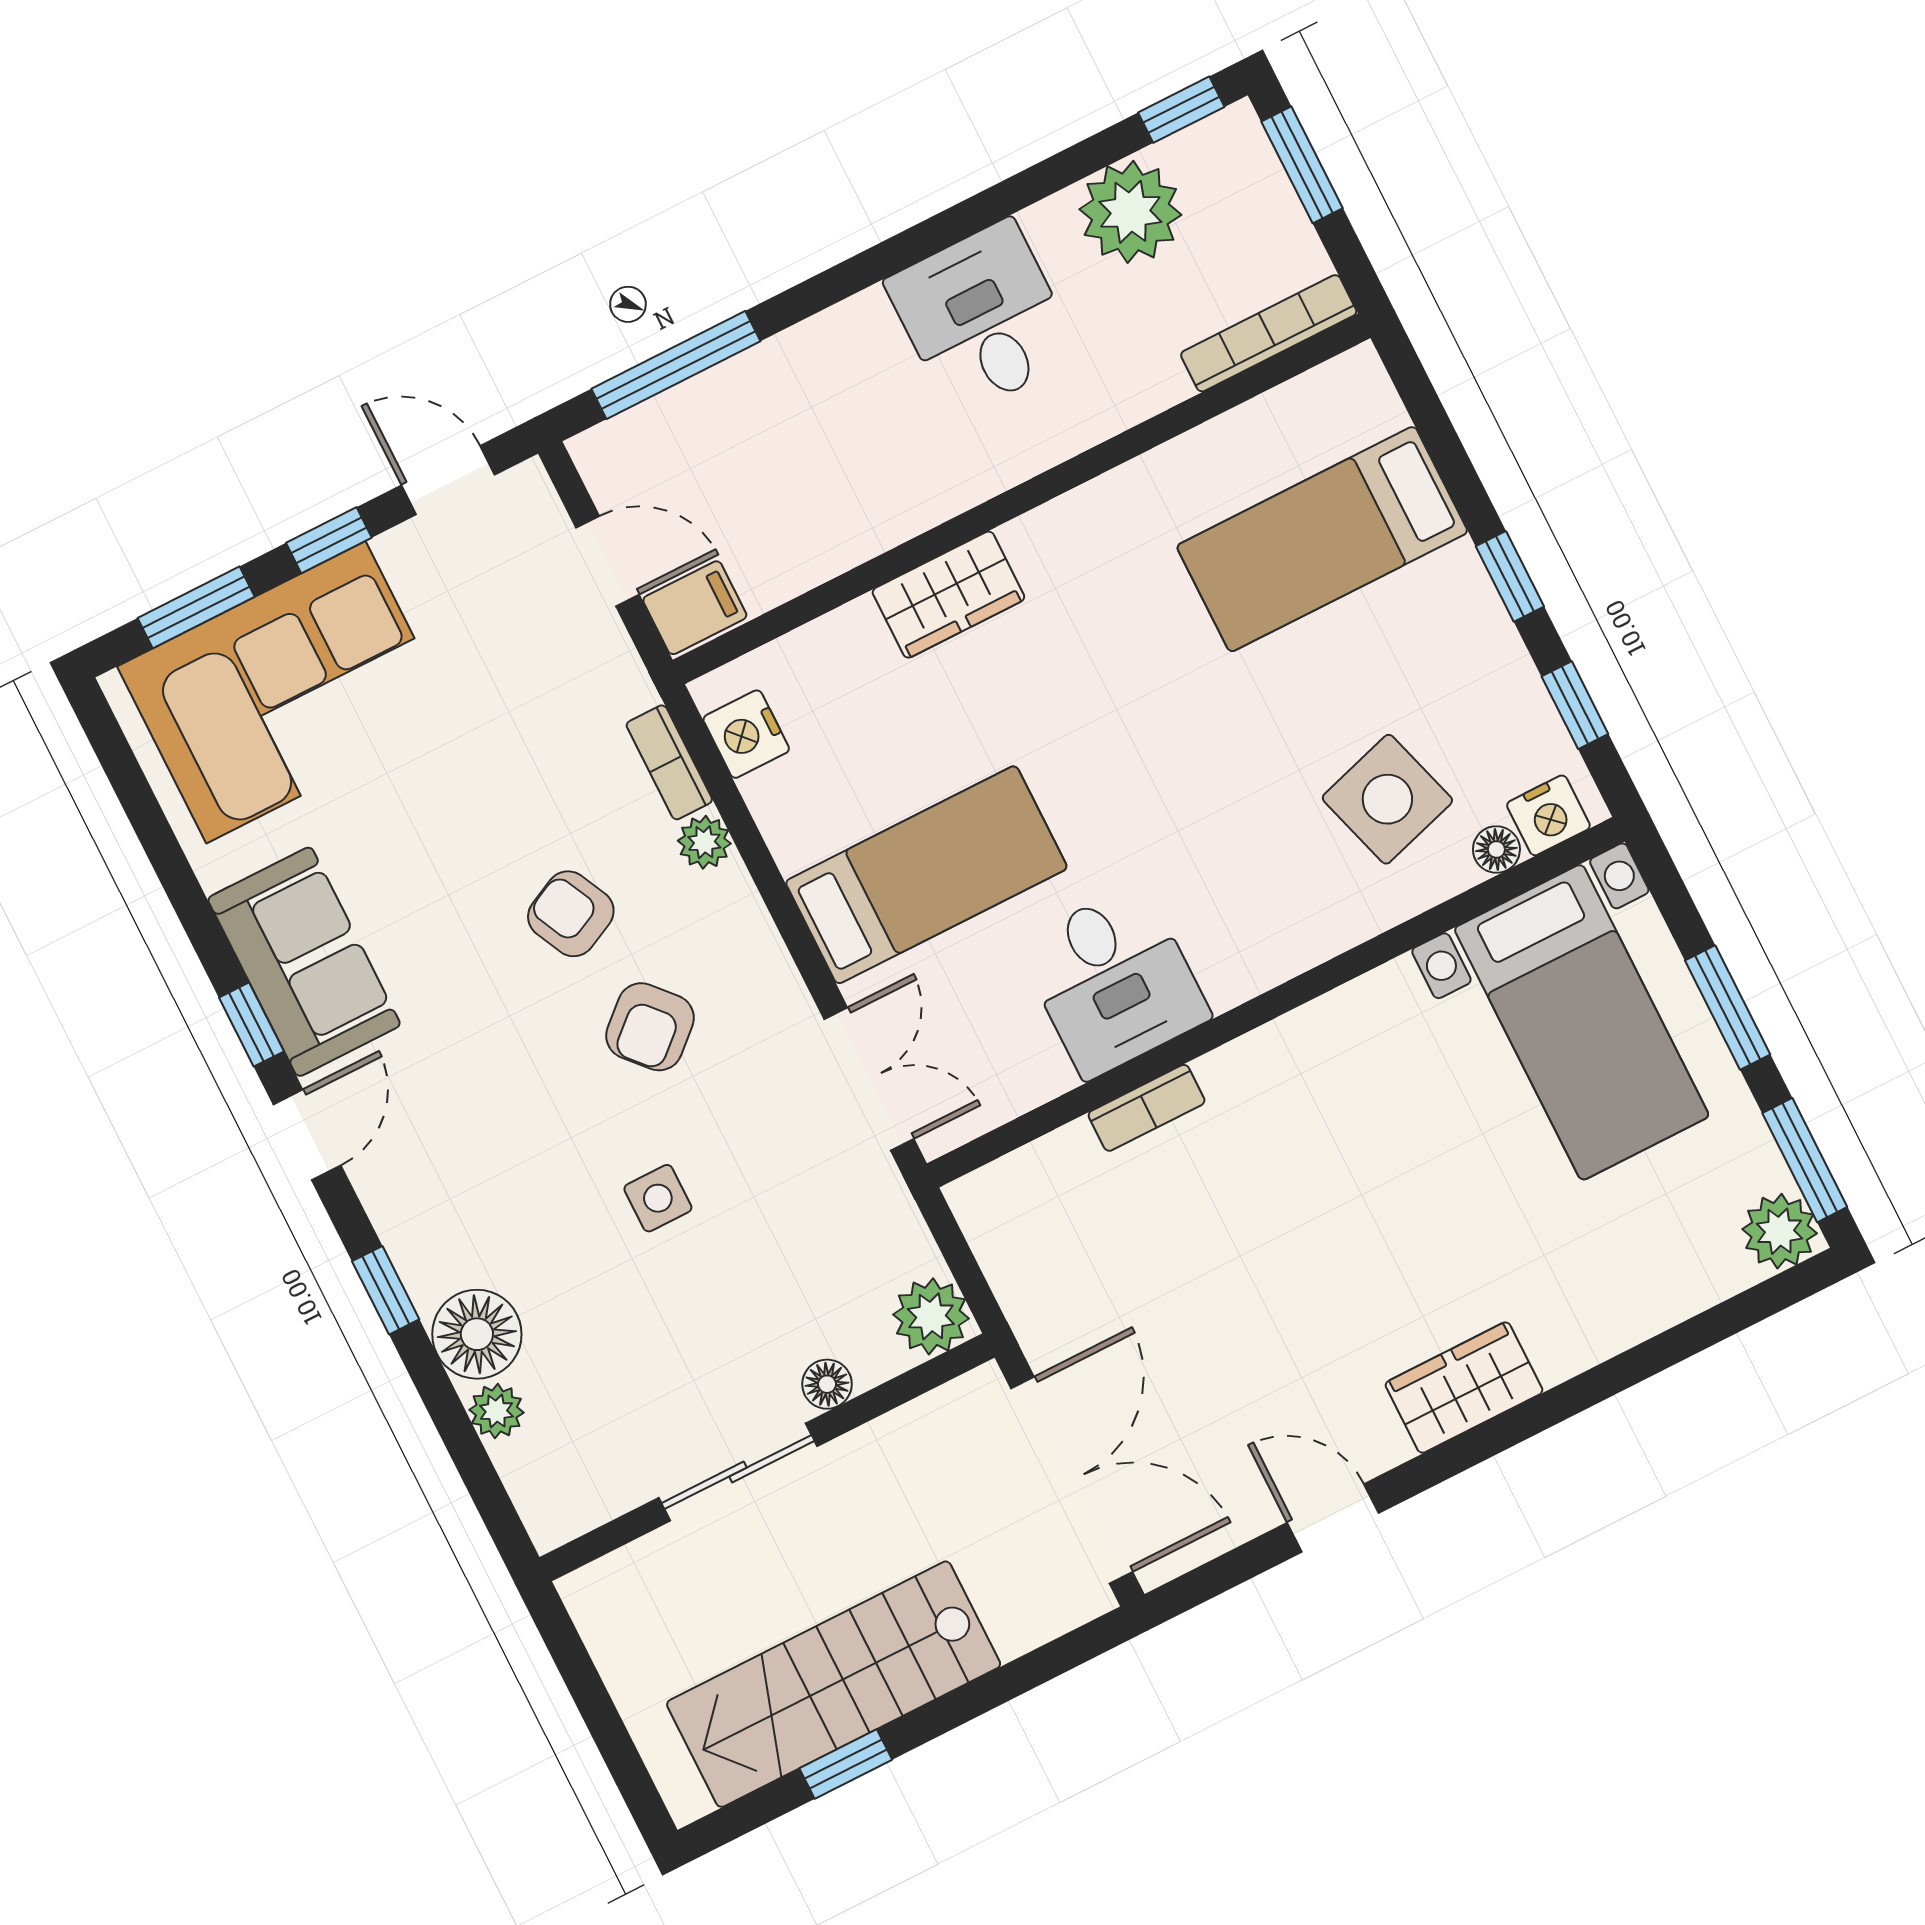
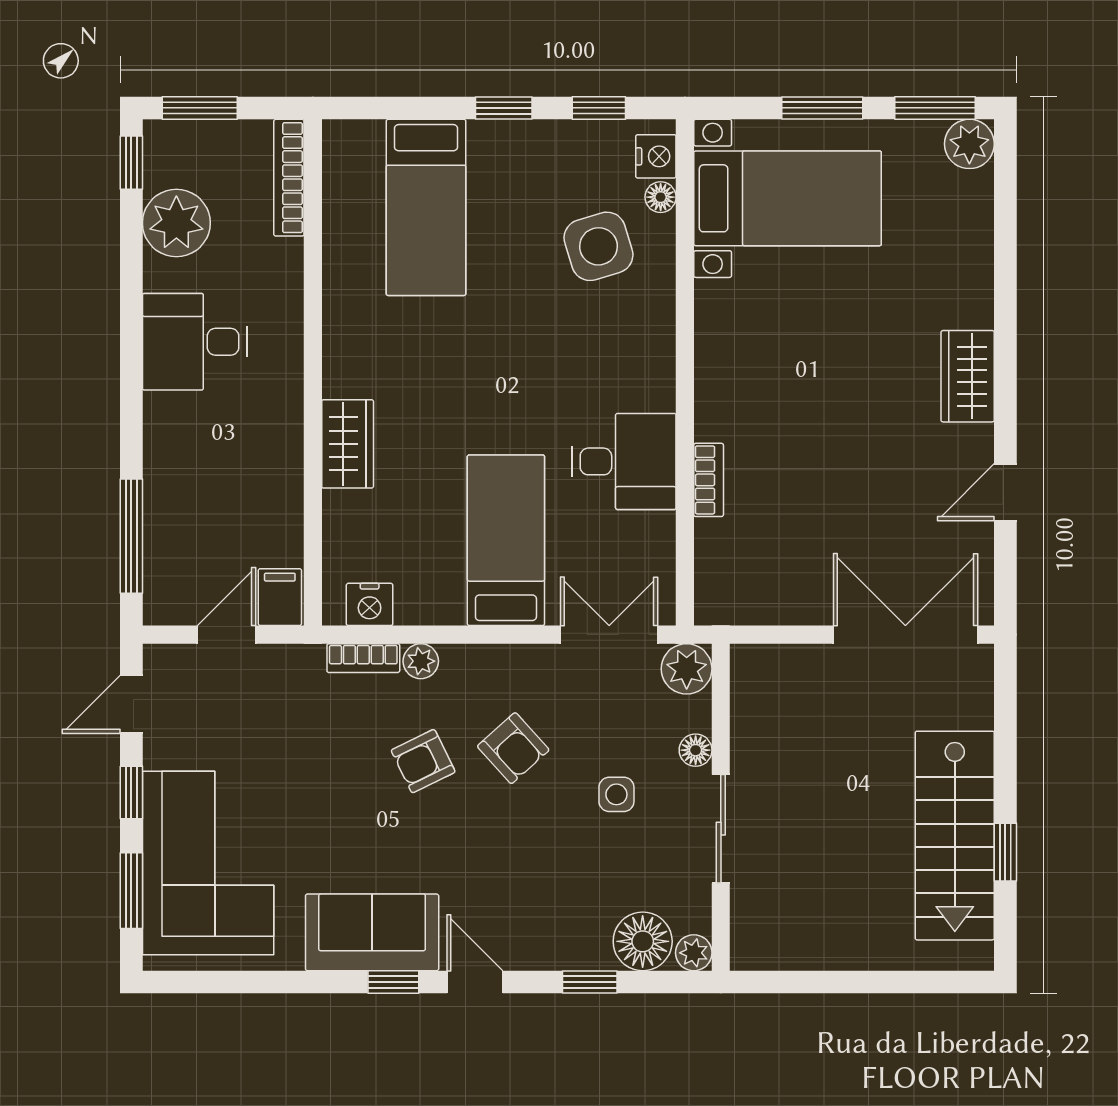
plant: (931, 1316) -> (687, 669), moved
floor lamp: (827, 1384) -> (696, 750), moved
wall: (767, 1457) -> (721, 807), moved
sliding door: (738, 1472) -> (721, 829), moved

